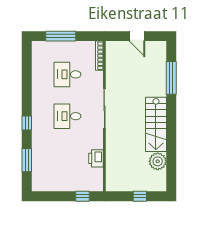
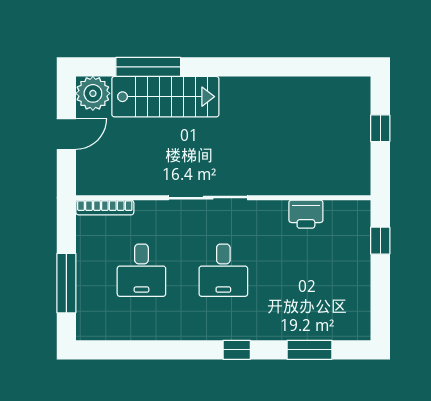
stairs: (156, 124) -> (165, 97), moved
plant: (158, 161) -> (93, 93), moved

